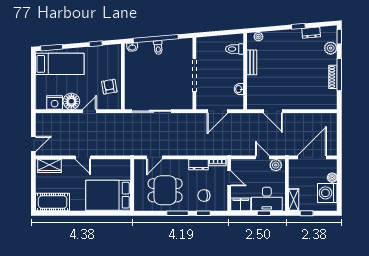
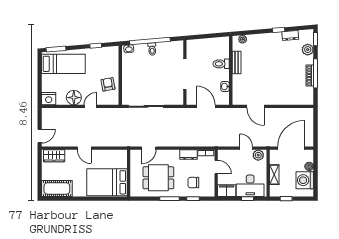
toilet: (235, 49) -> (221, 64), moved
nightstand: (55, 102) -> (49, 99), moved
door: (218, 111) -> (206, 106), swing flipped
shelving: (294, 200) -> (274, 175), moved

